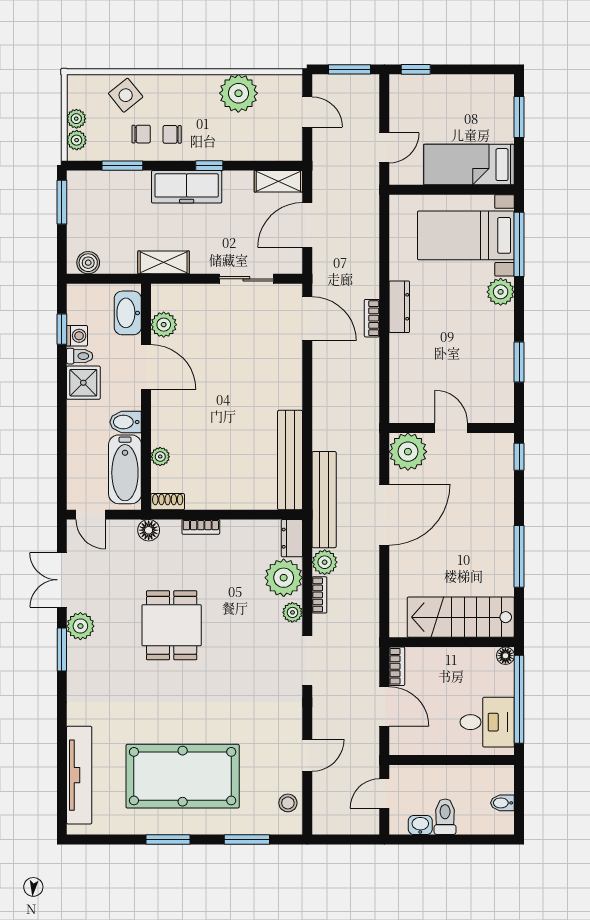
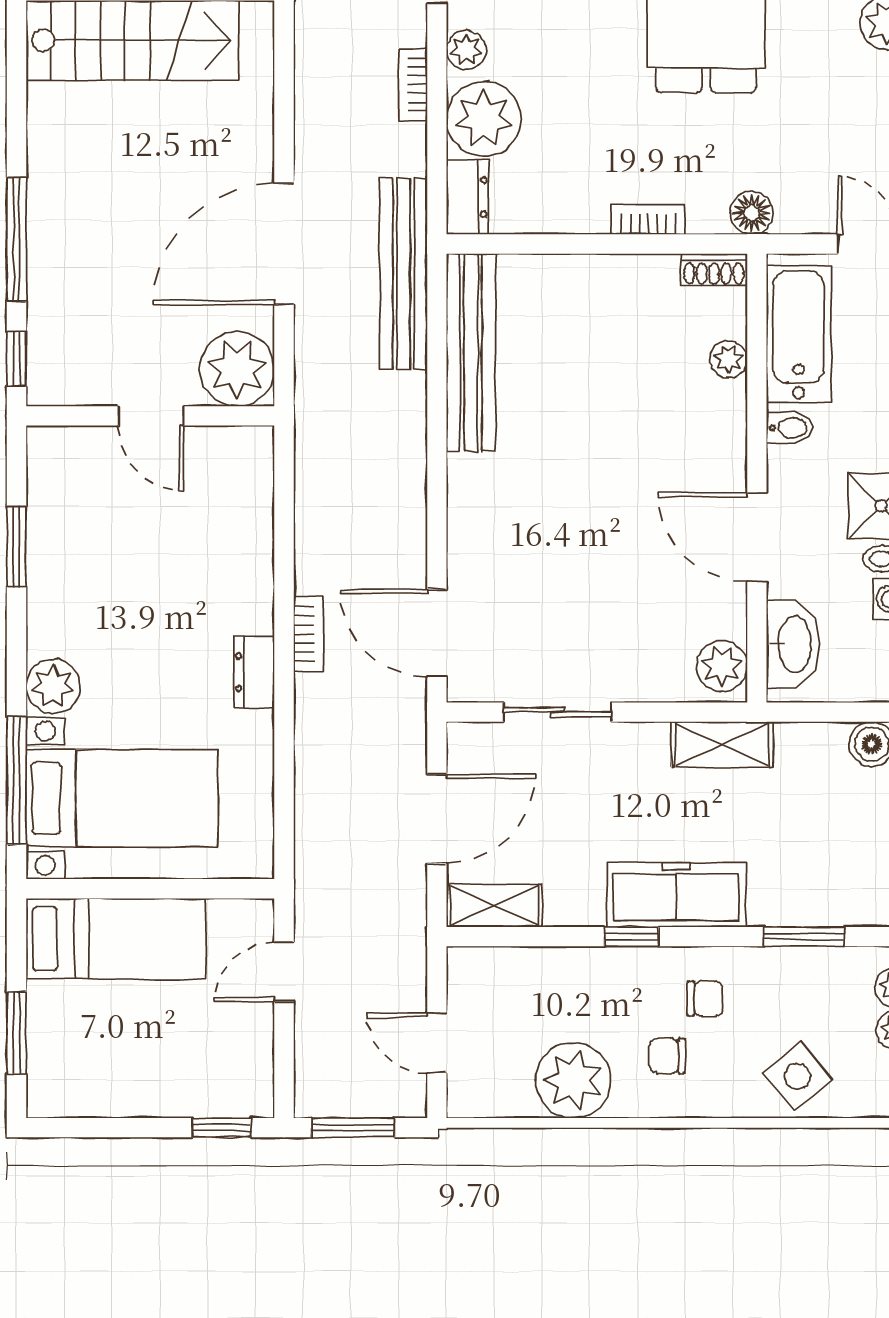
chair: (141, 134) -> (668, 1056), moved
dresser: (399, 307) -> (254, 672), width x0.70
plant: (164, 325) -> (722, 666), moved
bidet: (125, 422) -> (789, 428), width x0.72, depth x0.74
window: (519, 556) -> (16, 239), moved
plant: (325, 562) -> (402, 149), removed

